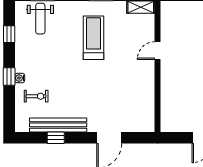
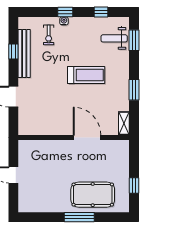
treadmill: (94, 38) -> (86, 75), moved
door: (158, 51) -> (87, 138), width x1.87

